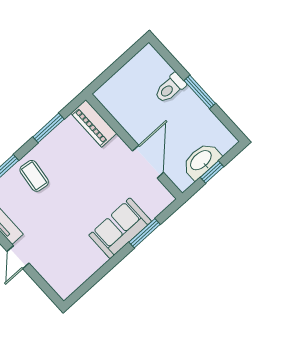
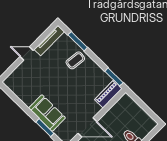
window: (48, 128) -> (114, 77), moved

